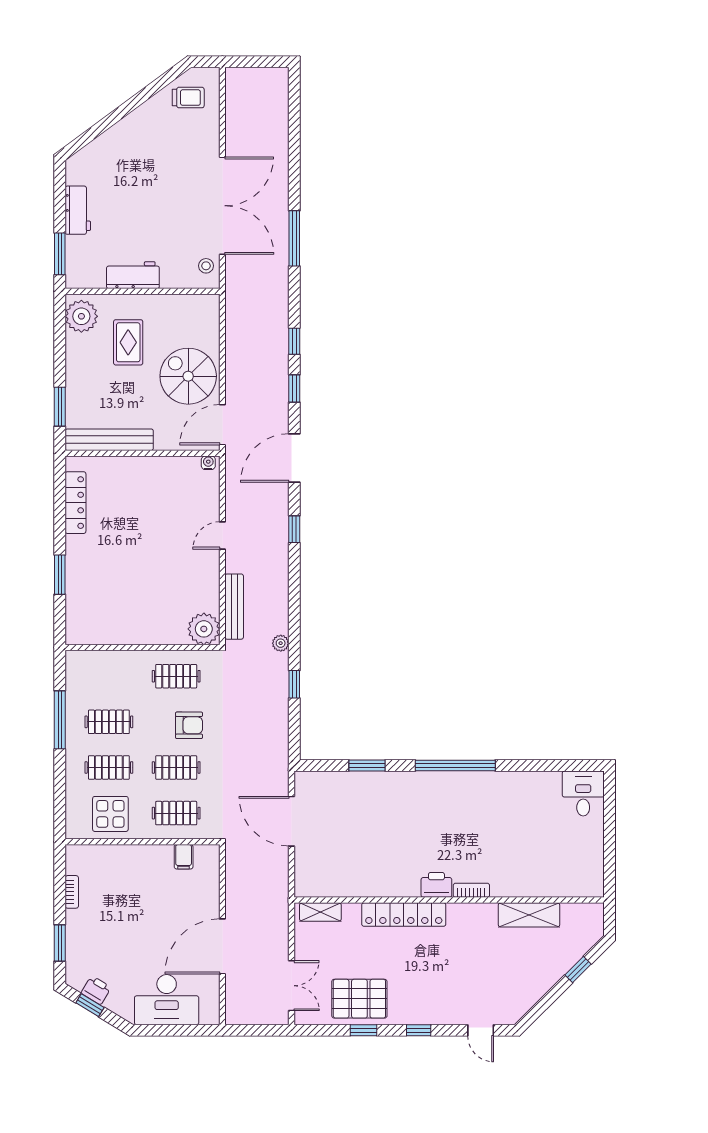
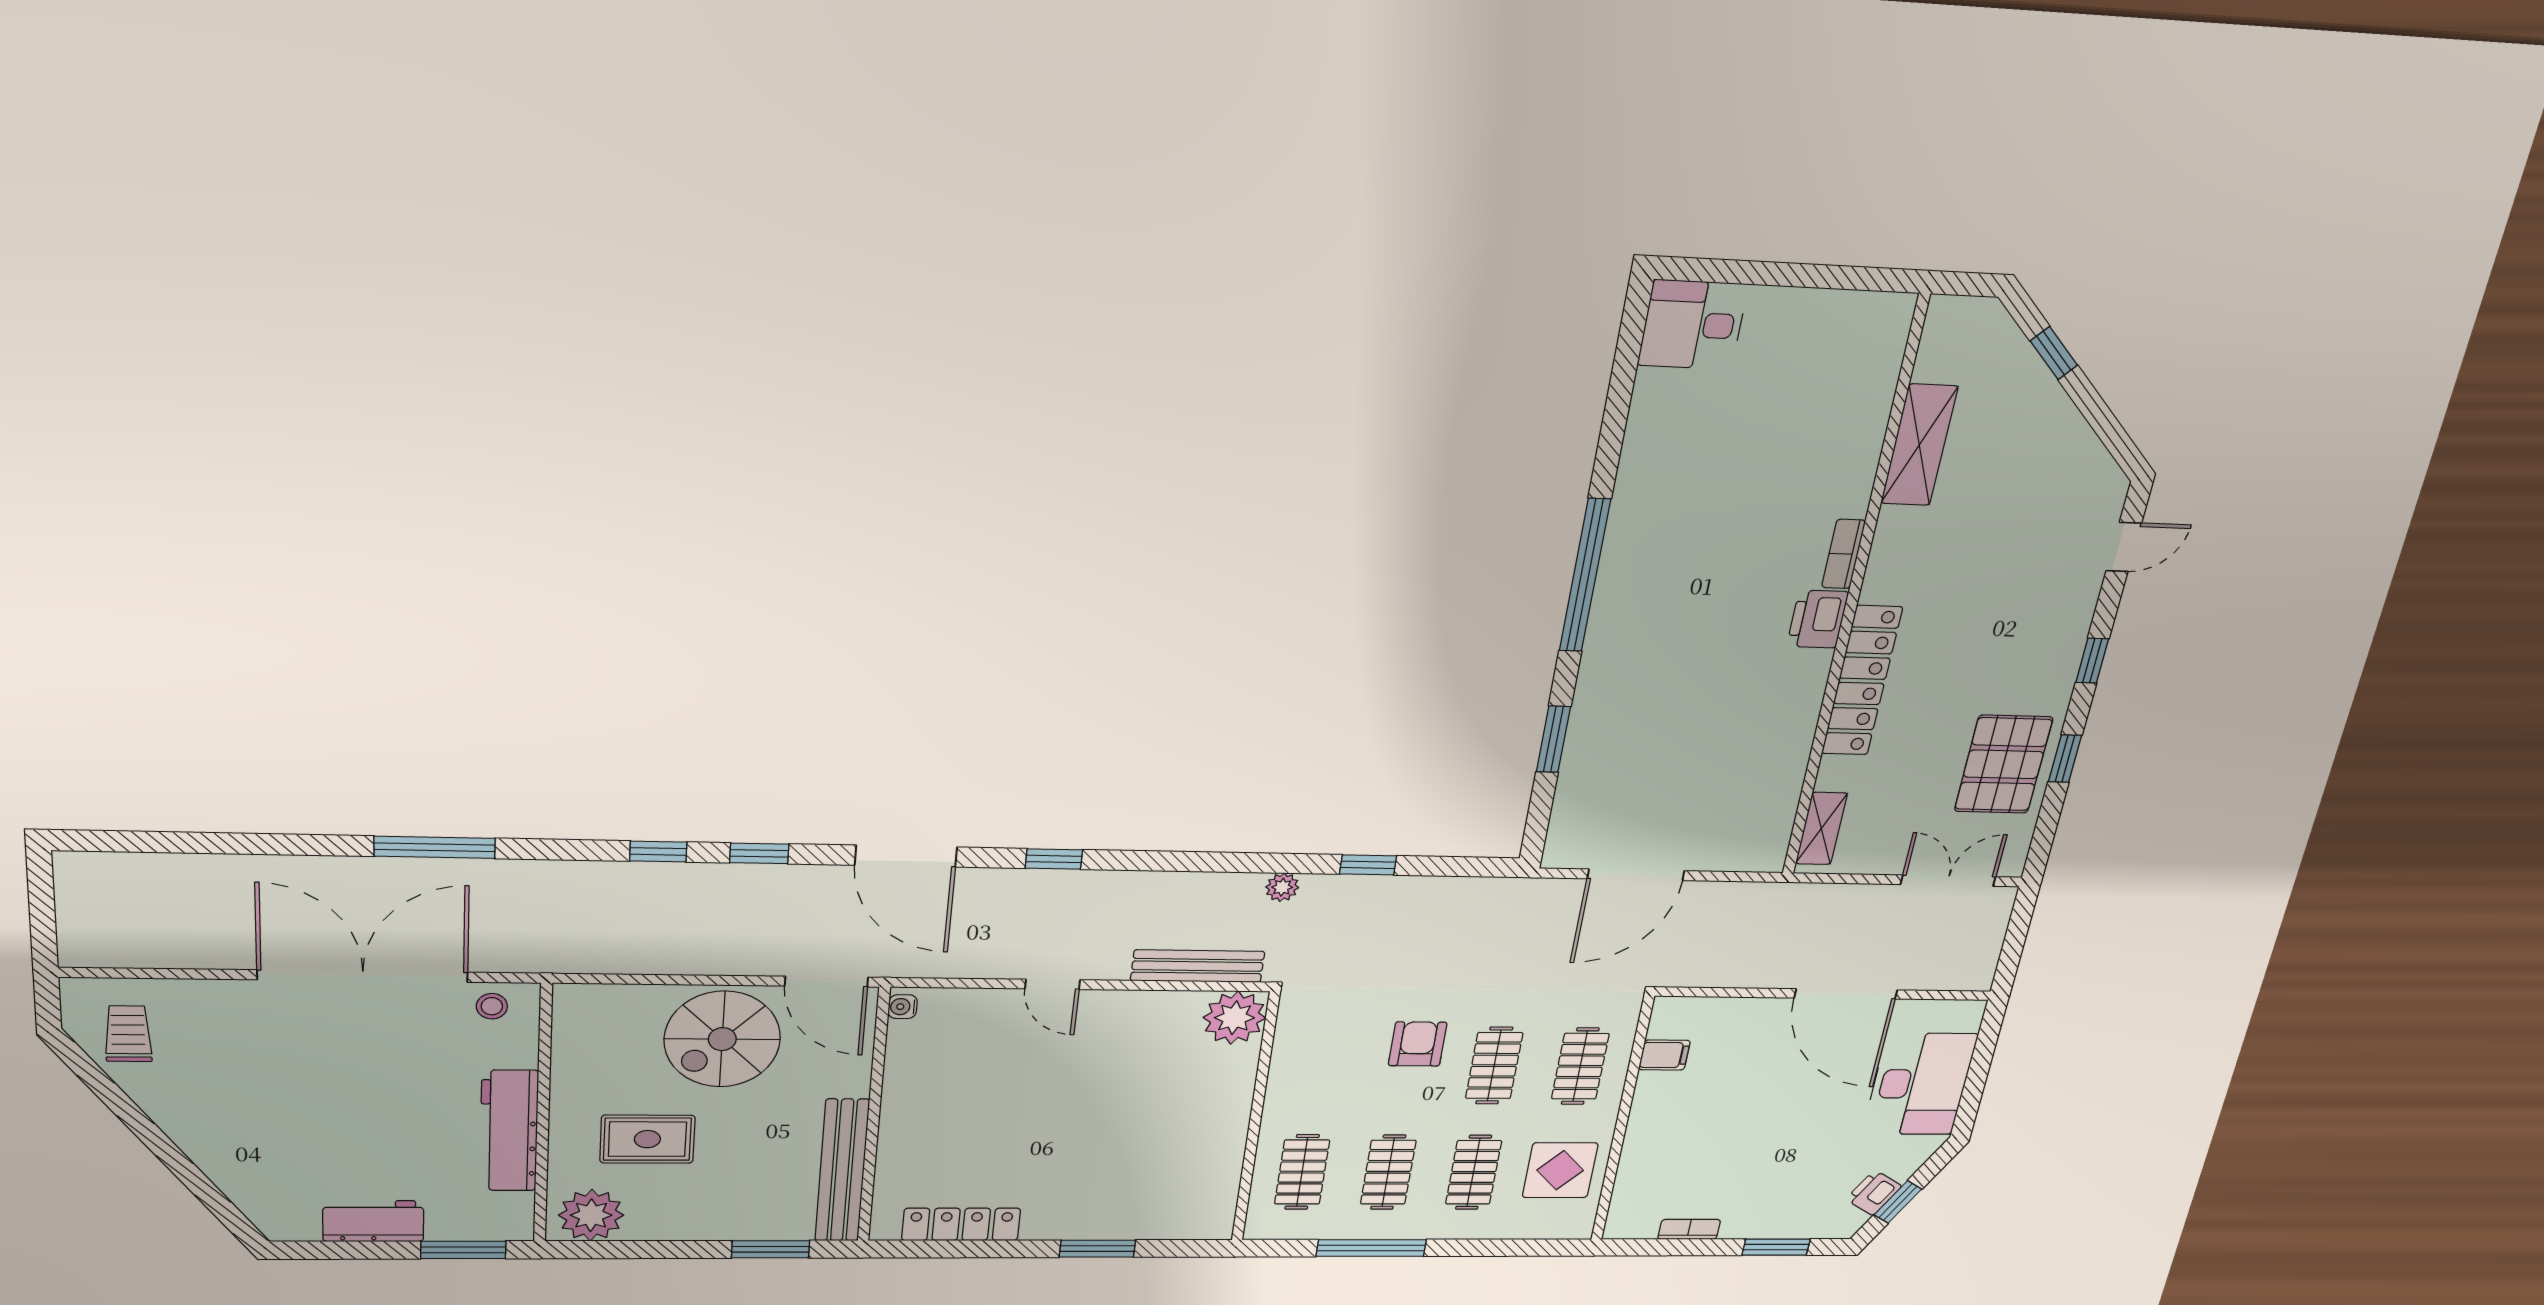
workbench: (133, 275) -> (509, 1131), width x1.38
clothes rail: (176, 676) -> (1302, 1172), moved

